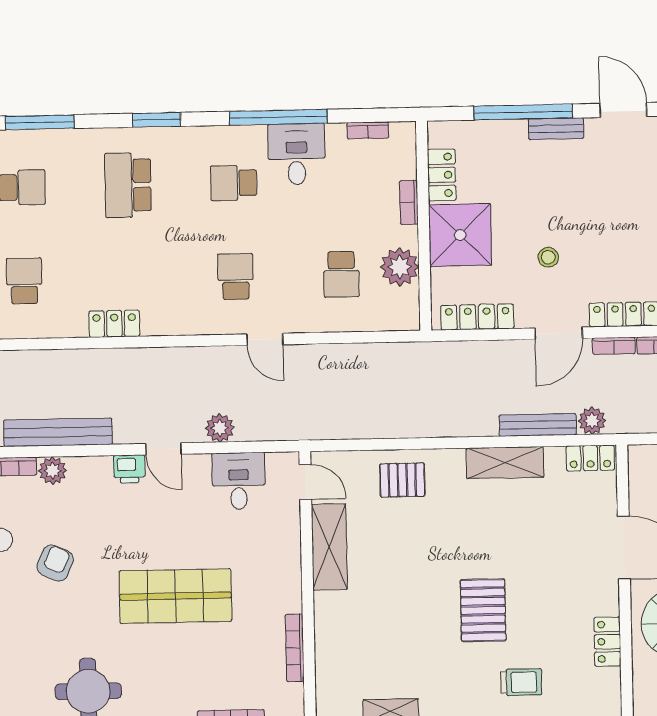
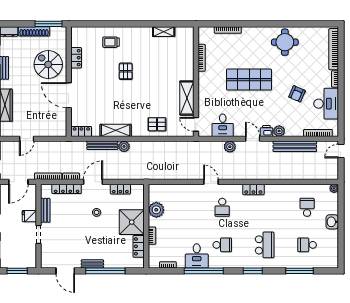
school desk: (341, 274) -> (180, 207), removed
school desk: (24, 281) -> (307, 207), turned 180
locker: (477, 317) -> (120, 189), width x0.66
locker: (114, 324) -> (253, 189), moved
plant: (592, 421) -> (124, 146), moved
plant: (53, 471) -> (279, 131), moved
pallet: (483, 610) -> (126, 71), width x0.67, depth x0.71

